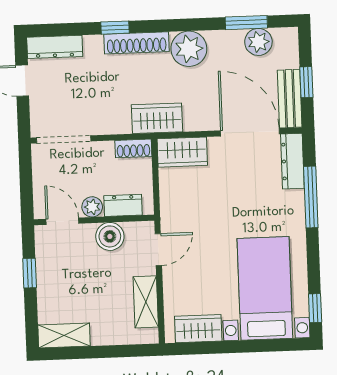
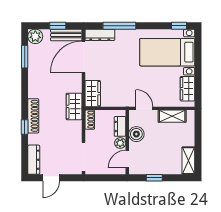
plant: (258, 42) -> (35, 36), moved
plant: (189, 49) -> (37, 88), removed

